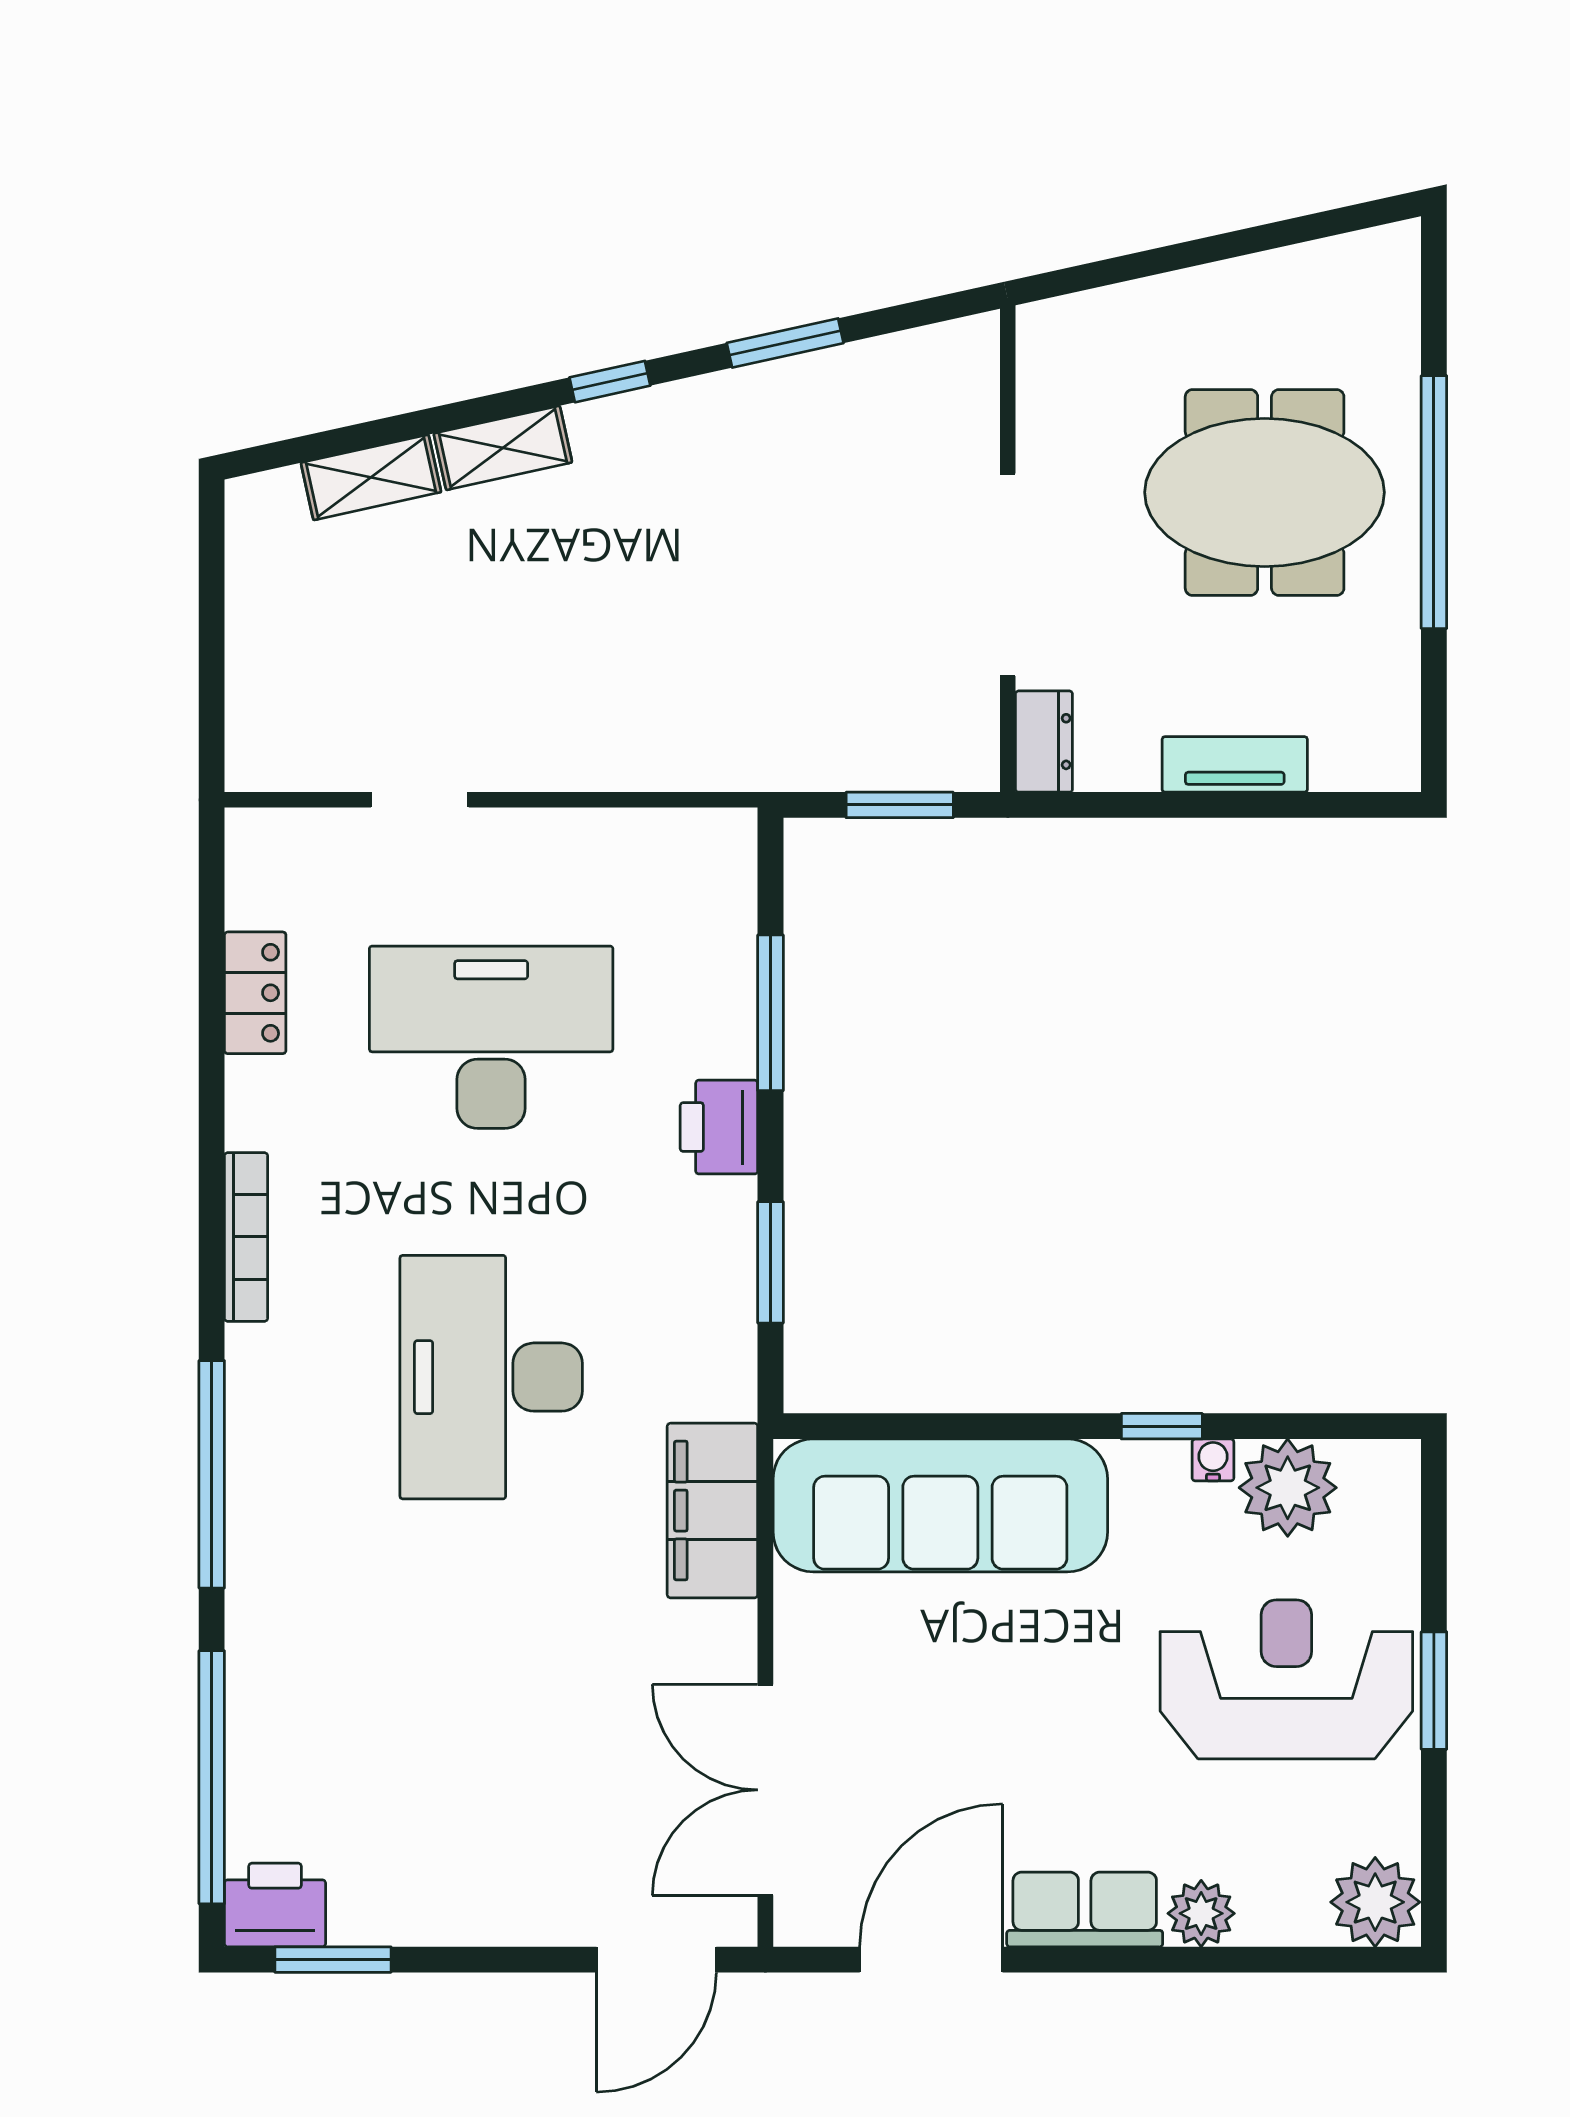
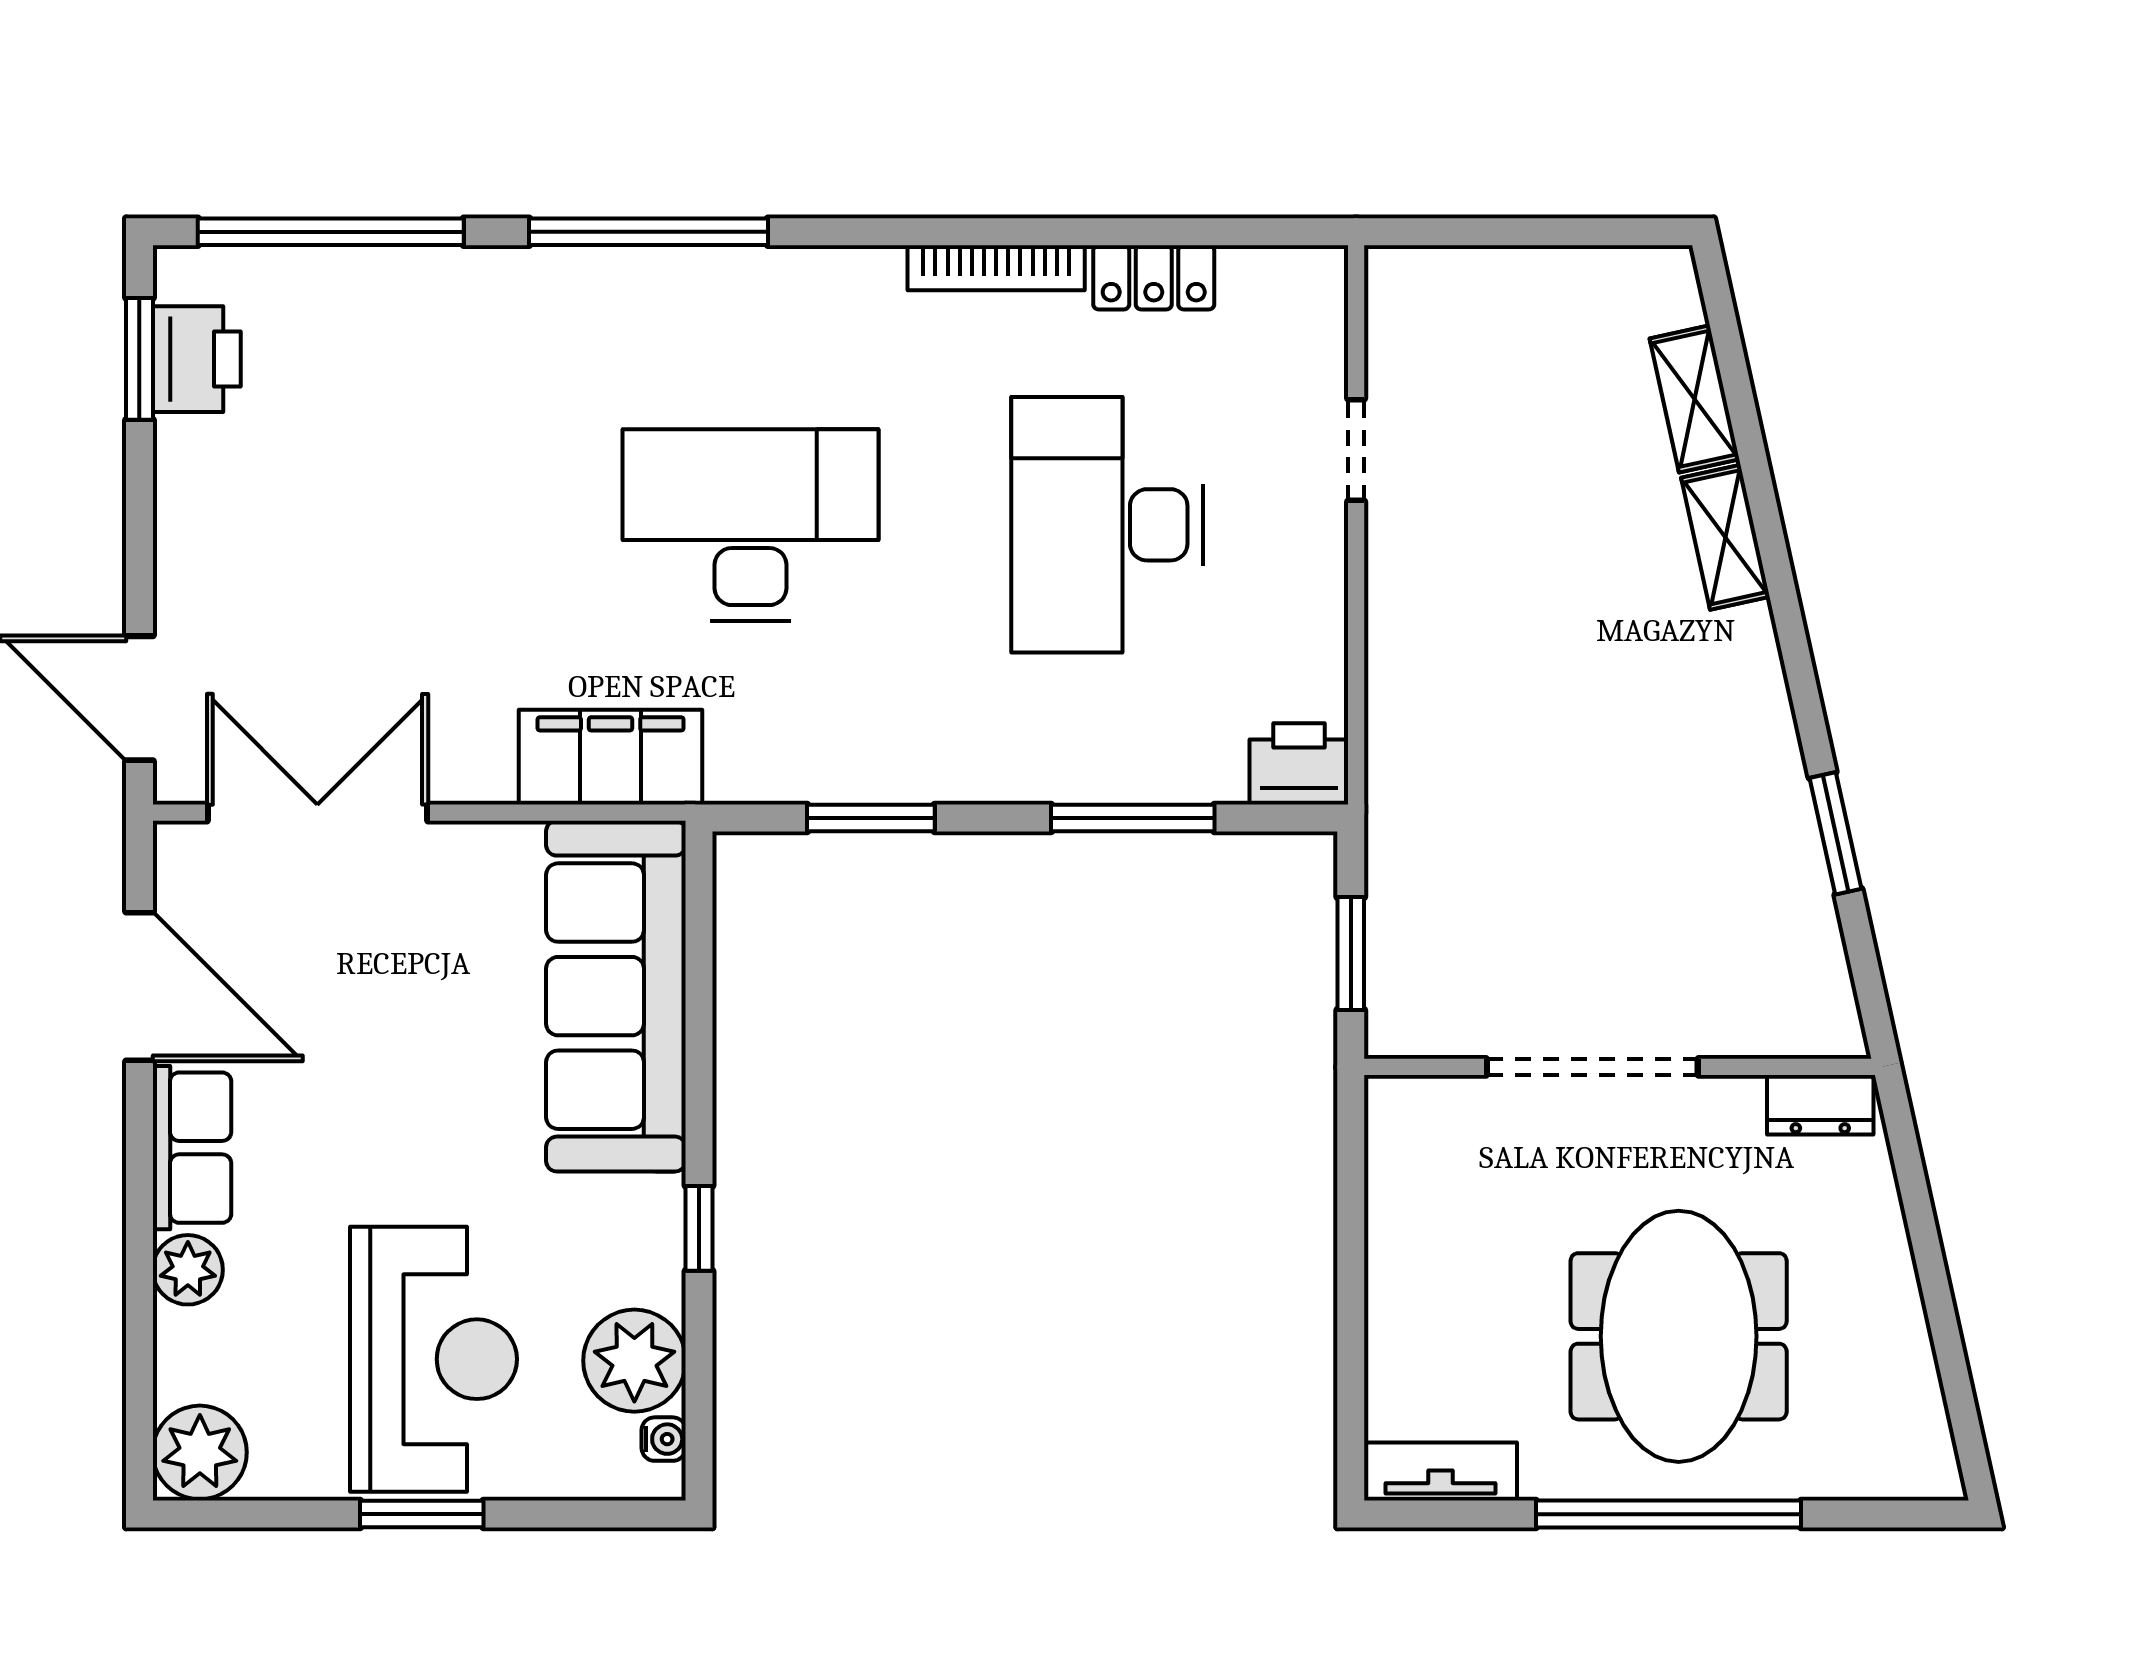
window: (610, 382) -> (1795, 649), removed
dresser: (1044, 742) -> (1820, 1105), moved
tv unit: (1235, 764) -> (1441, 1471), moved, turned -90
desk: (491, 1037) -> (1107, 525), turned 180
printer: (719, 1127) -> (1299, 764), moved
bookcase: (246, 1237) -> (996, 268), moved
water cooler: (1213, 1460) -> (664, 1439), moved
printer: (275, 1905) -> (197, 359), moved

